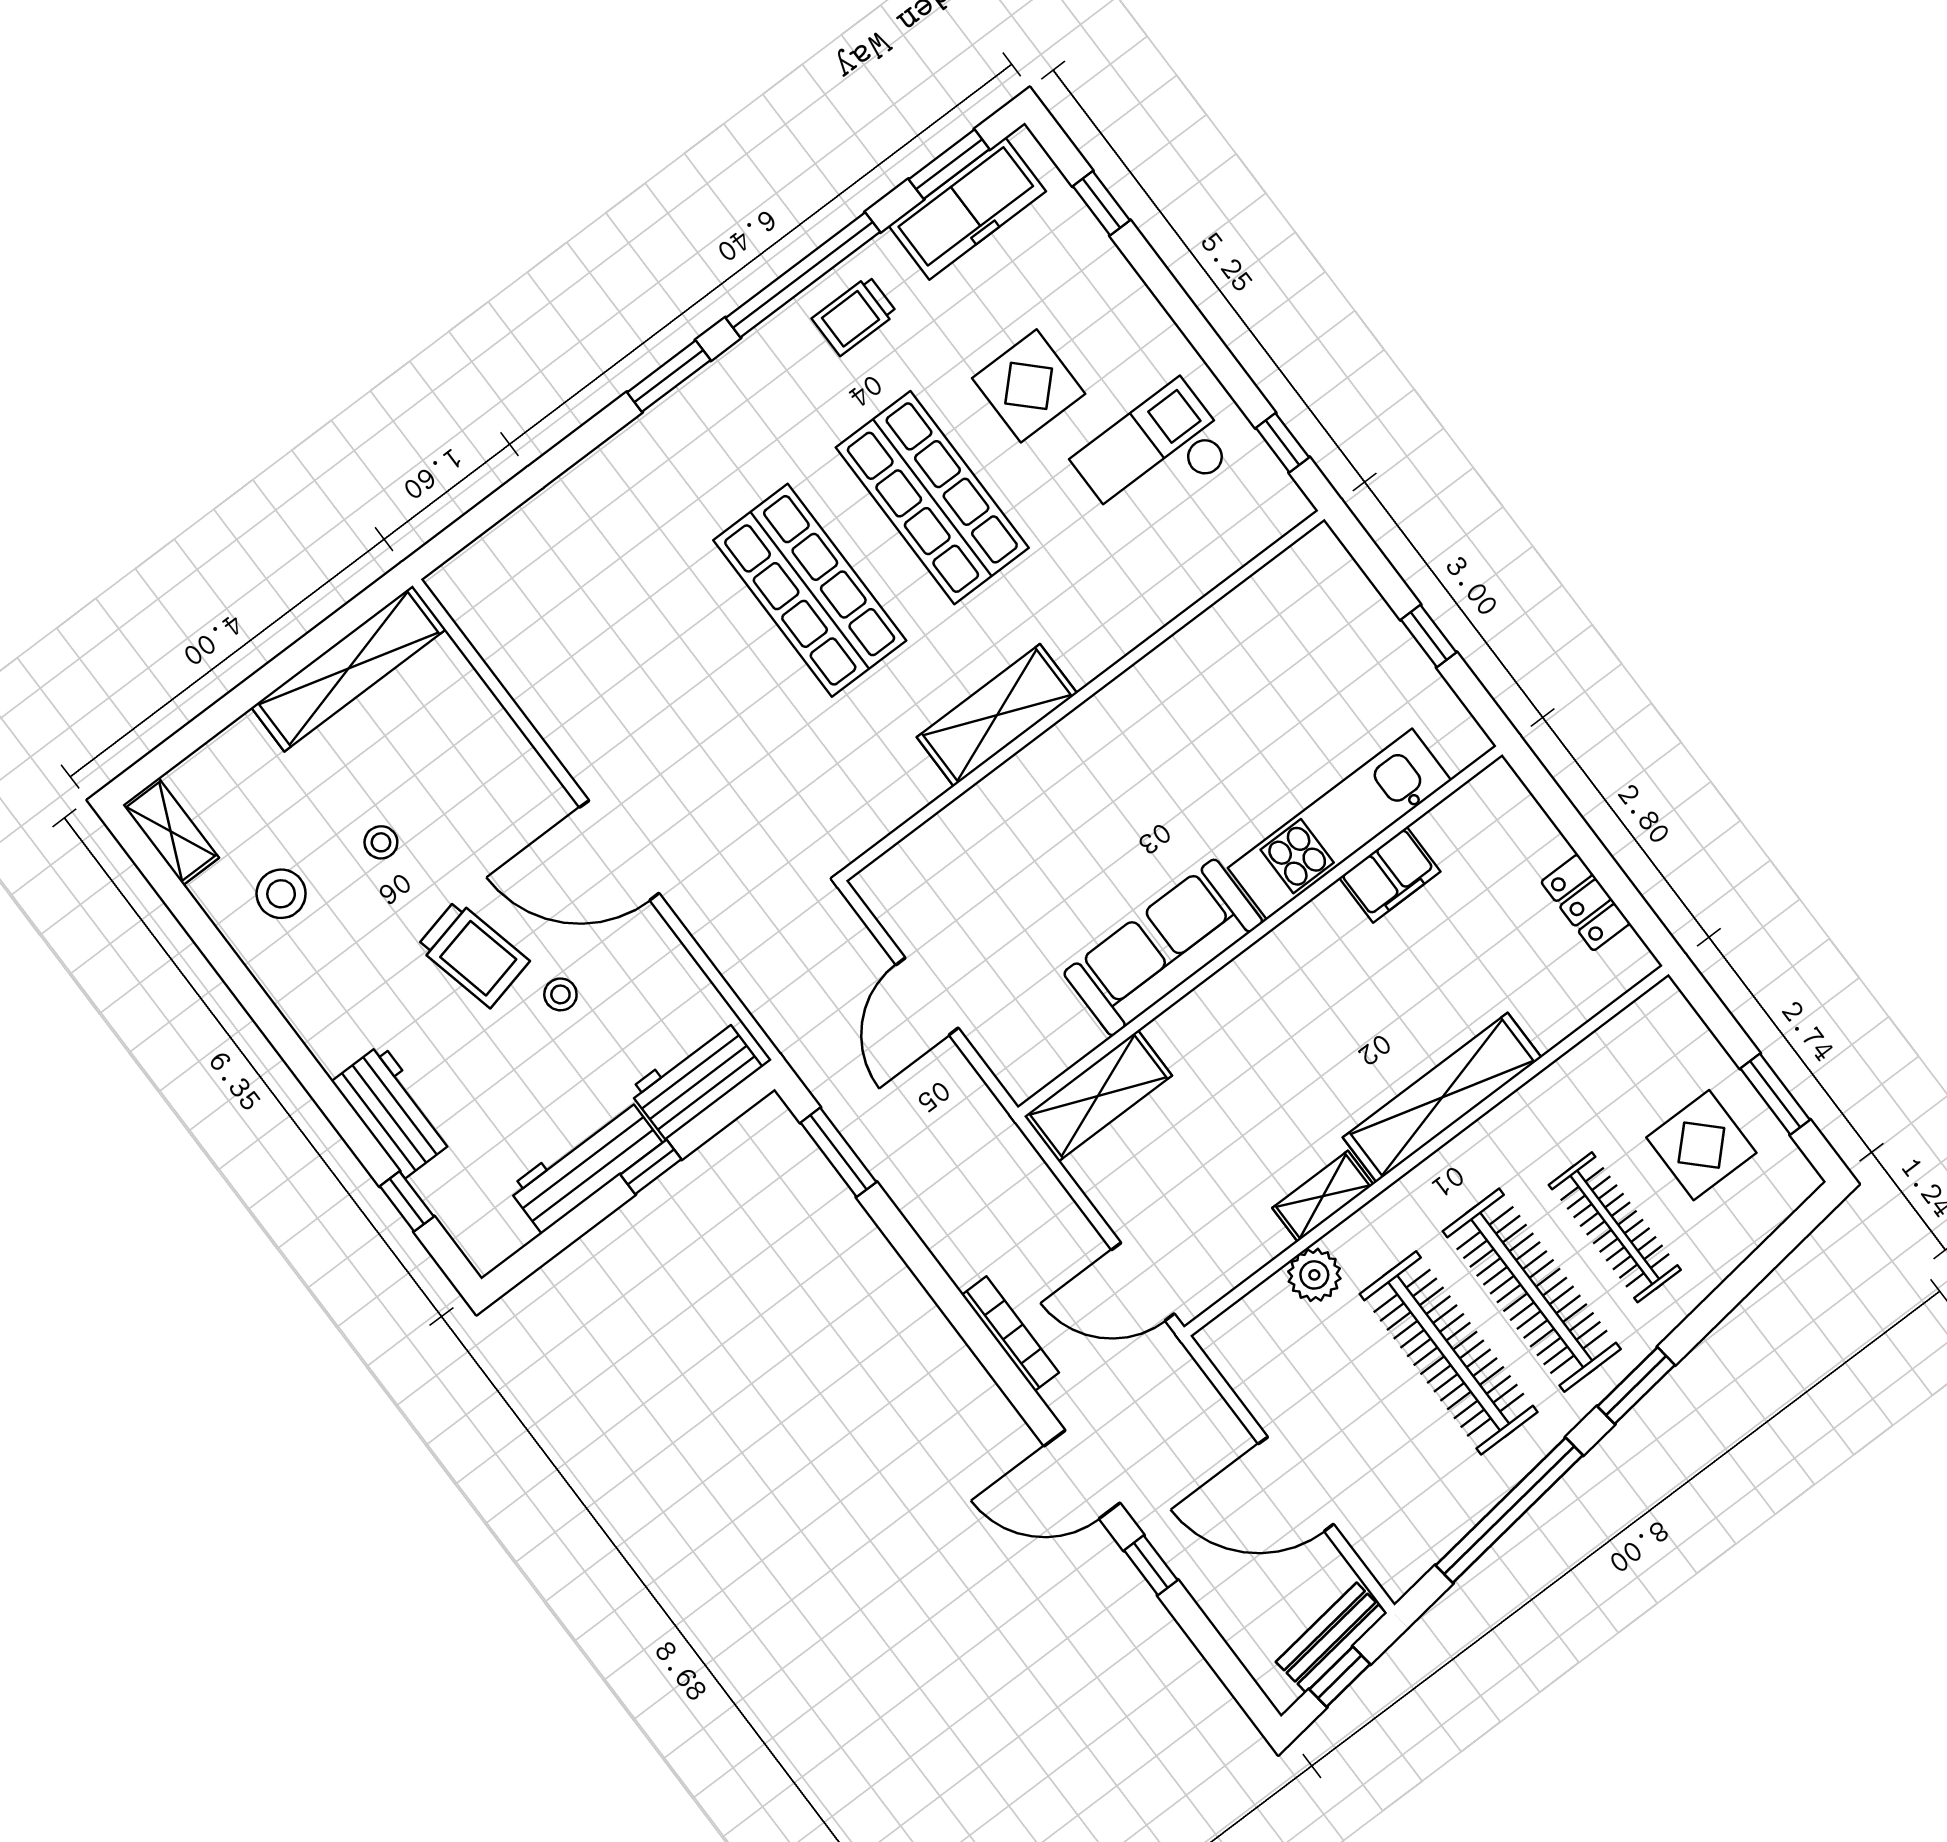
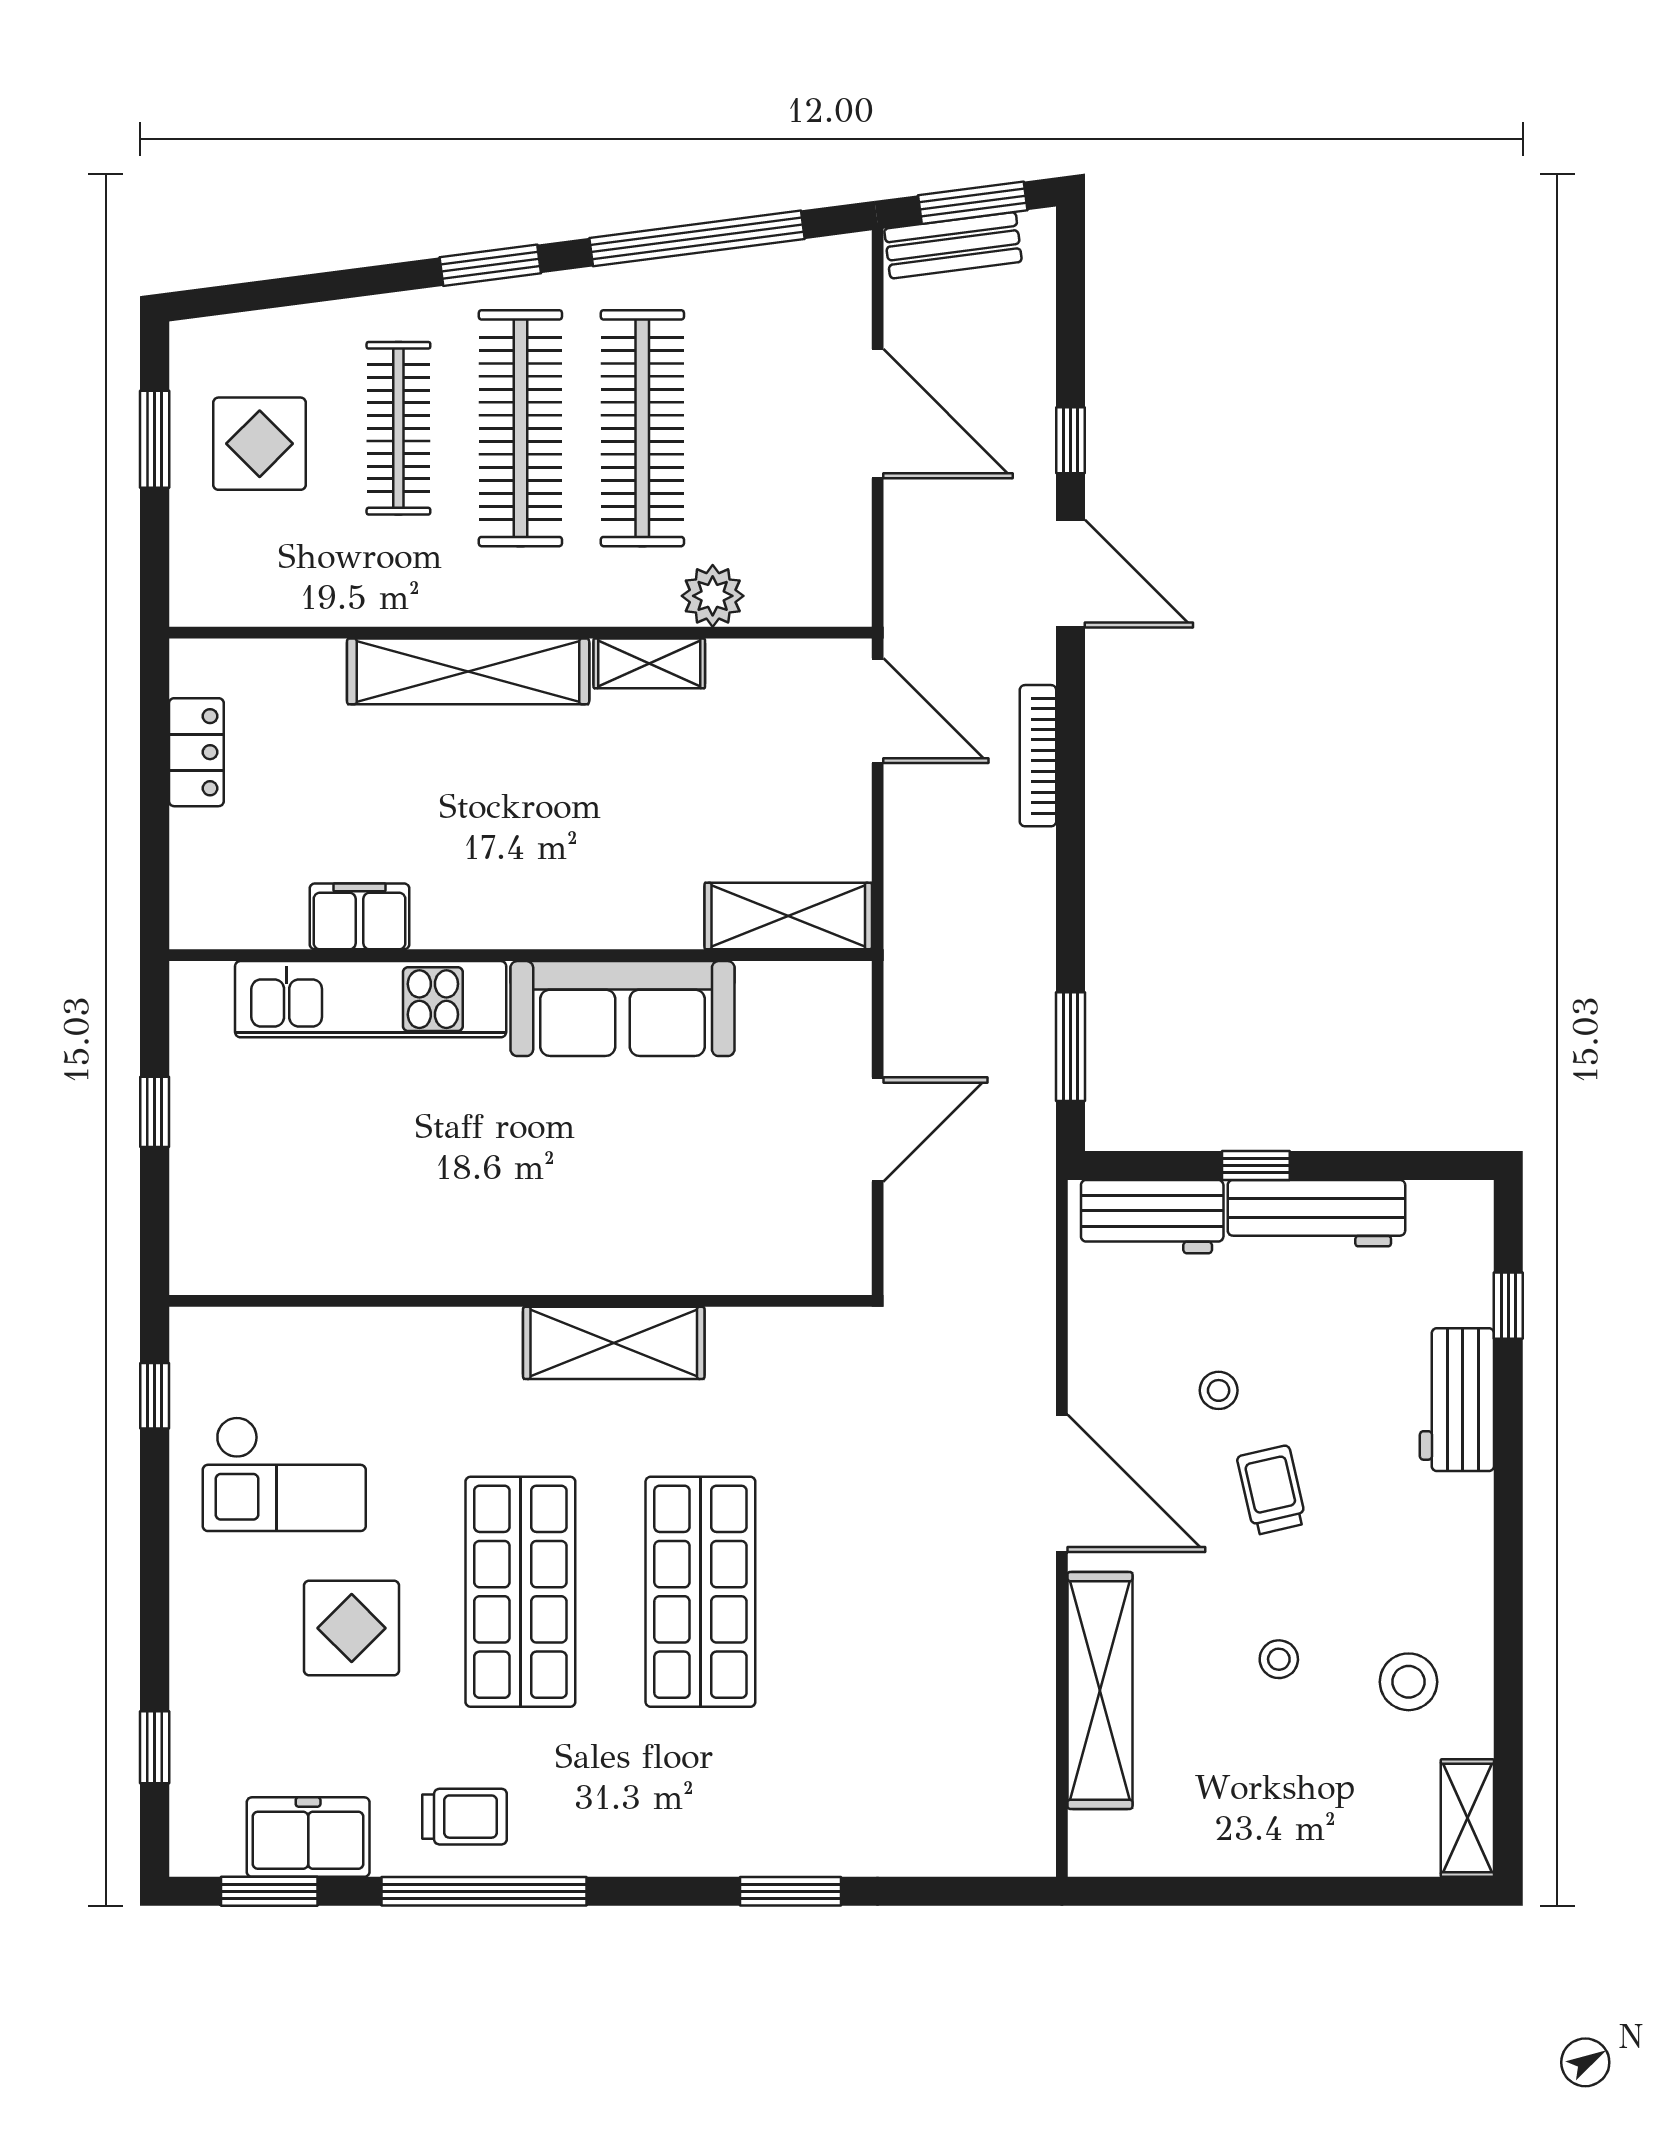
freezer: (967, 209) -> (308, 1837), width x0.71
window: (669, 376) -> (790, 1891), moved
shelving: (349, 668) -> (1100, 1690), moved, turned 90
trolley: (473, 954) -> (1272, 1490), width x0.73, depth x0.72
window: (1340, 1677) -> (973, 203), width x1.50

